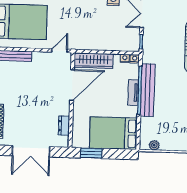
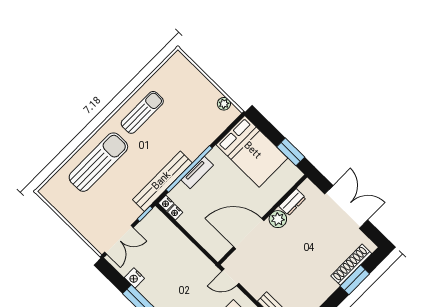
wardrobe: (94, 61) -> (207, 238), removed
bench: (148, 90) -> (162, 181), moved
plant: (63, 108) -> (278, 219), added

